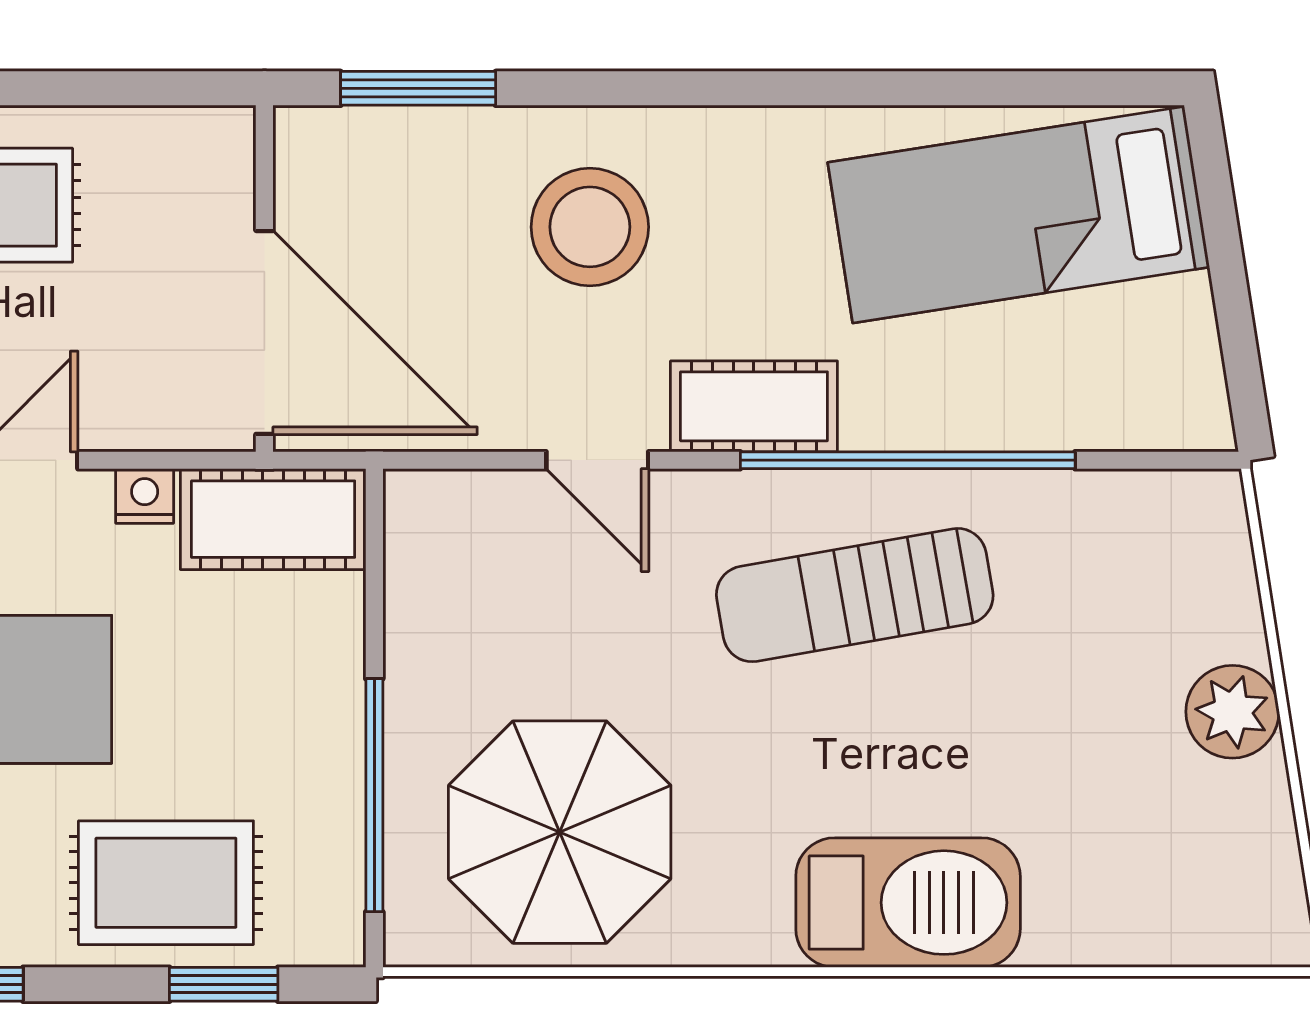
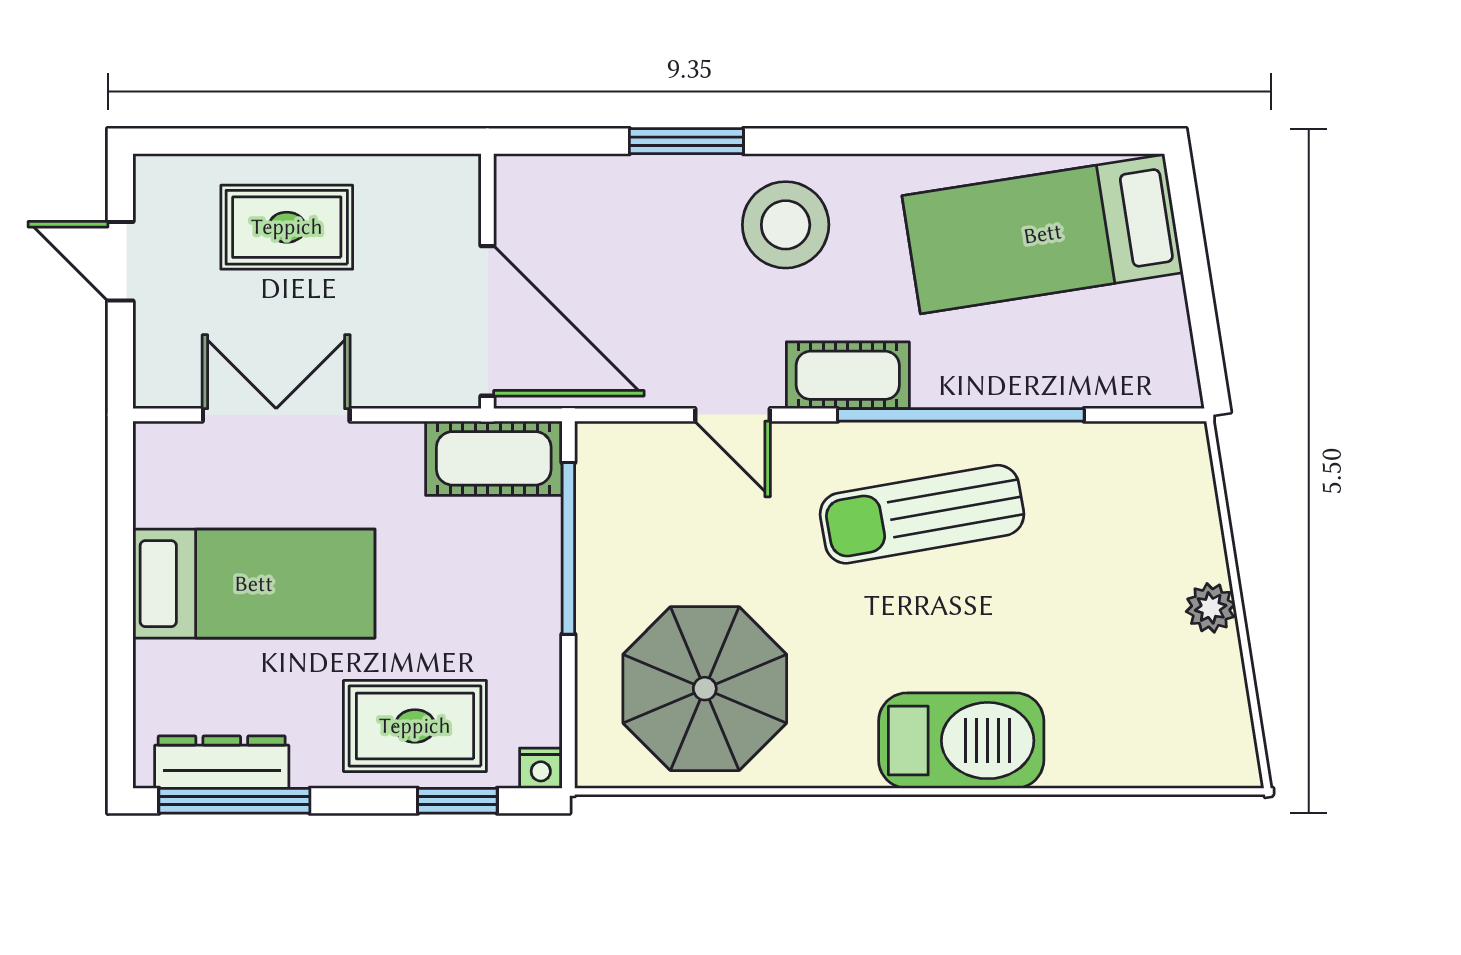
window: (418, 88) -> (686, 141), moved
stool: (590, 227) -> (786, 225), moved
nightstand: (145, 496) -> (541, 768), moved, turned 180
plant: (1232, 712) -> (1211, 608), width x0.73, depth x0.73
window: (374, 795) -> (568, 548), moved

